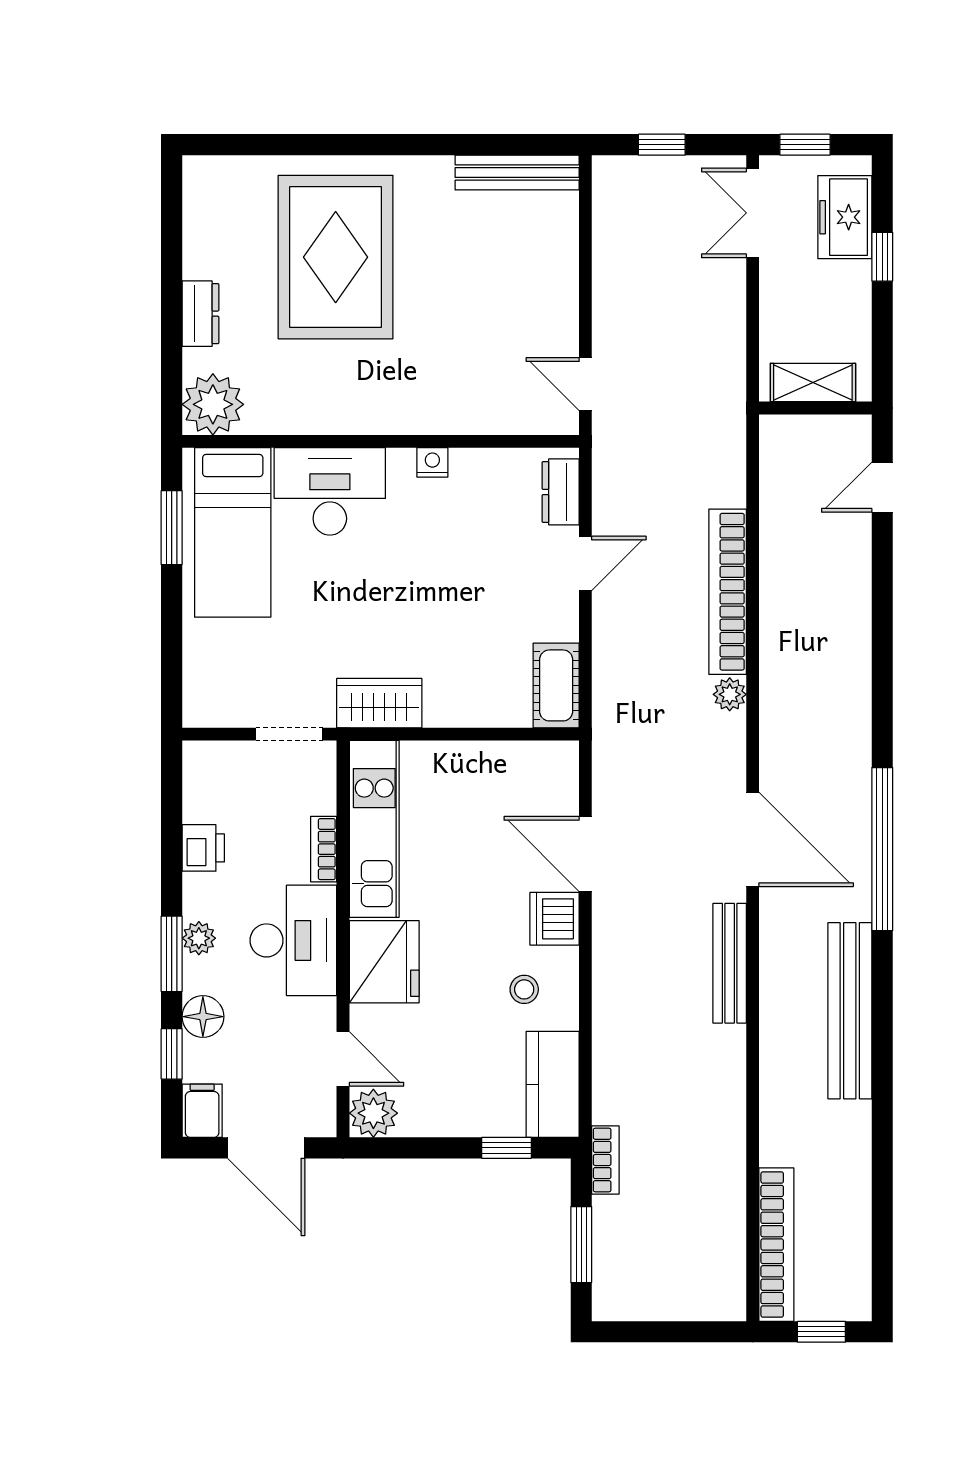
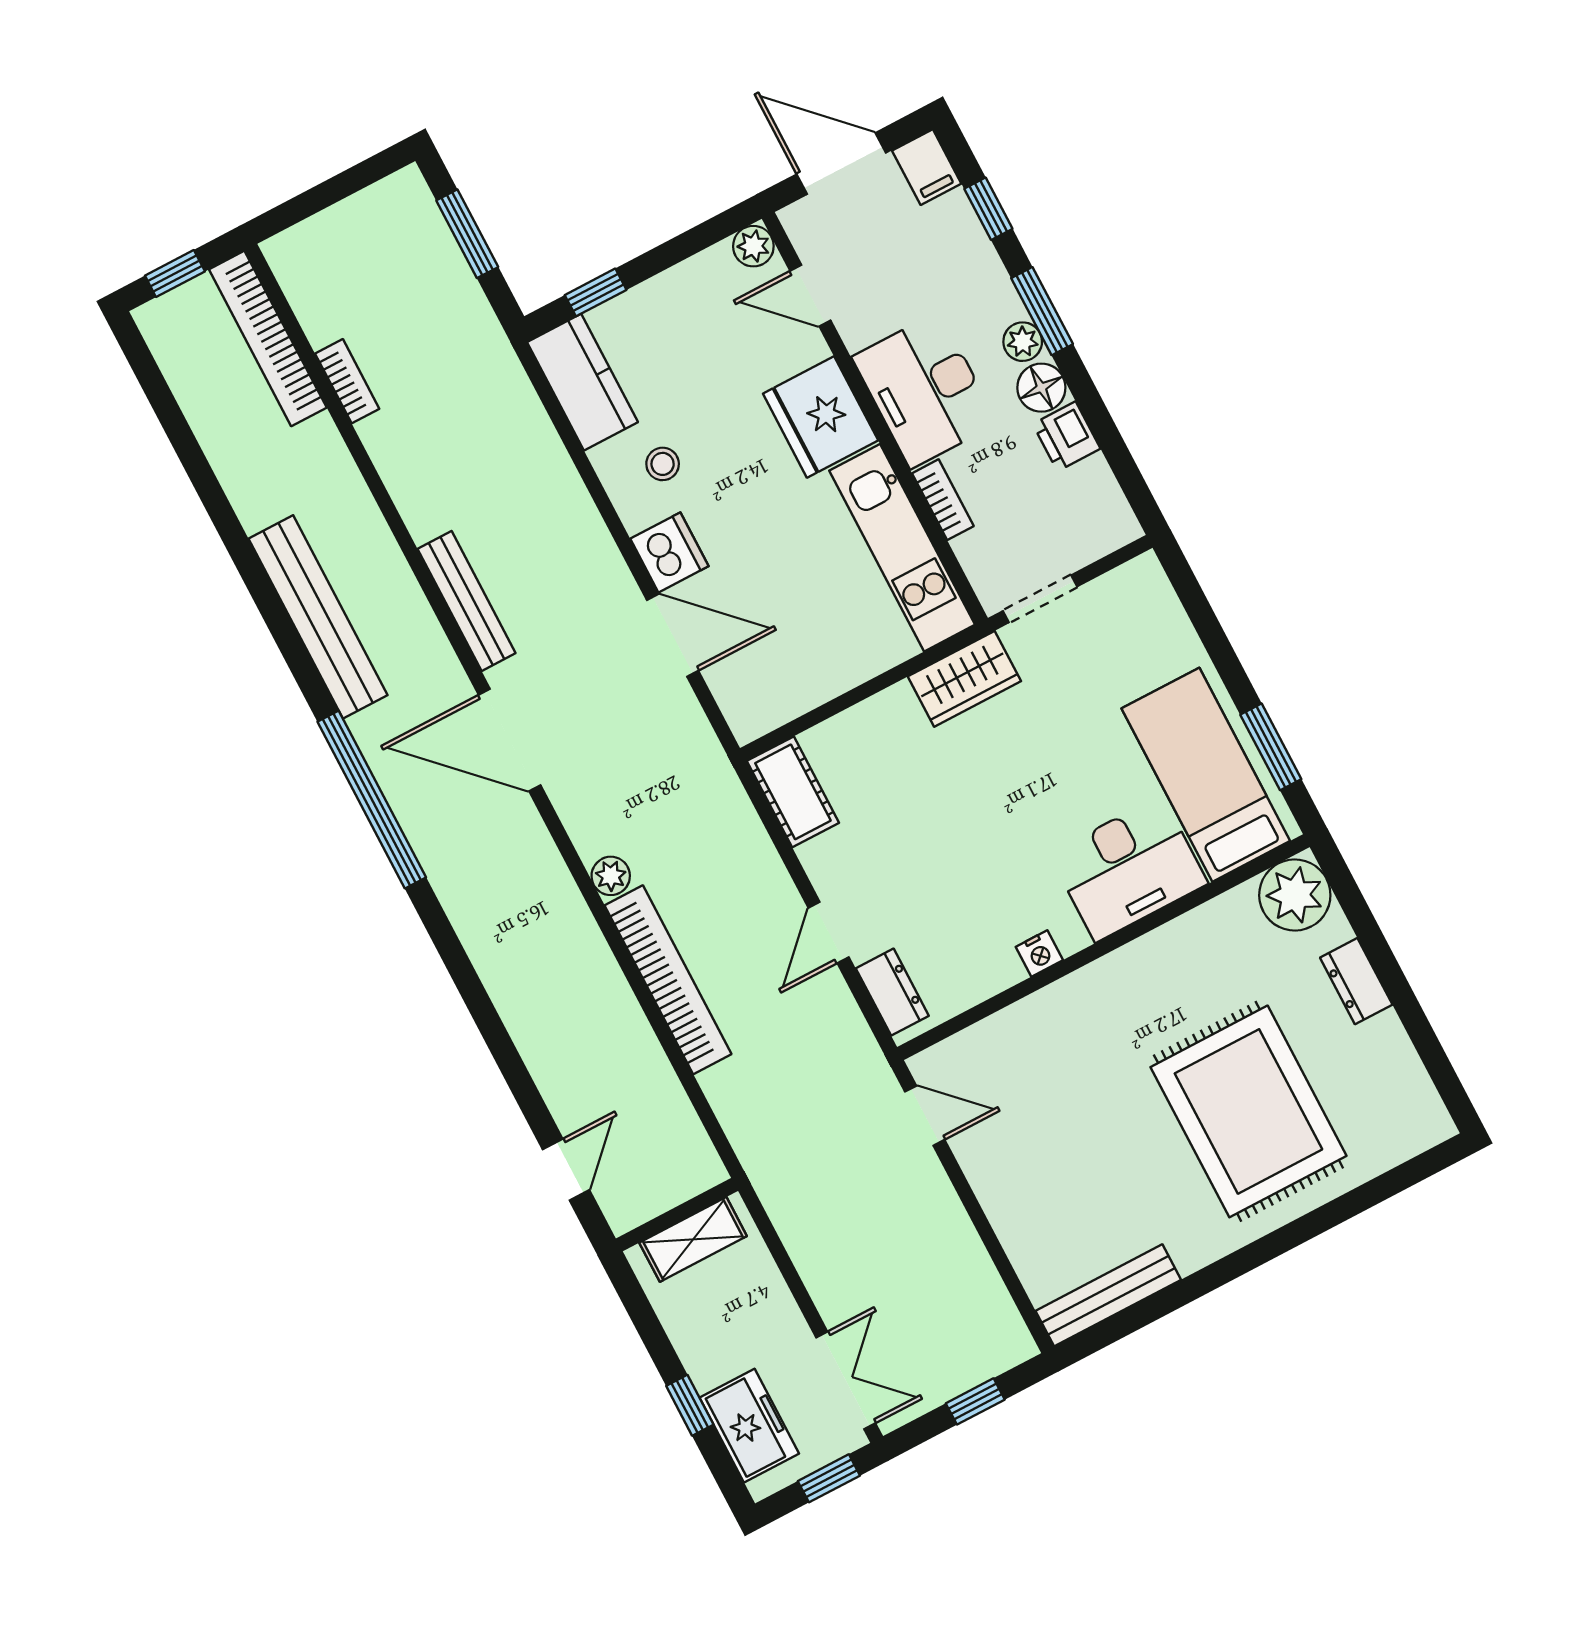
floor lamp: (203, 1017) -> (1041, 388), moved
plant: (373, 1113) -> (753, 246), width x0.73, depth x0.73
bookcase: (605, 1160) -> (347, 381), moved, turned 180

